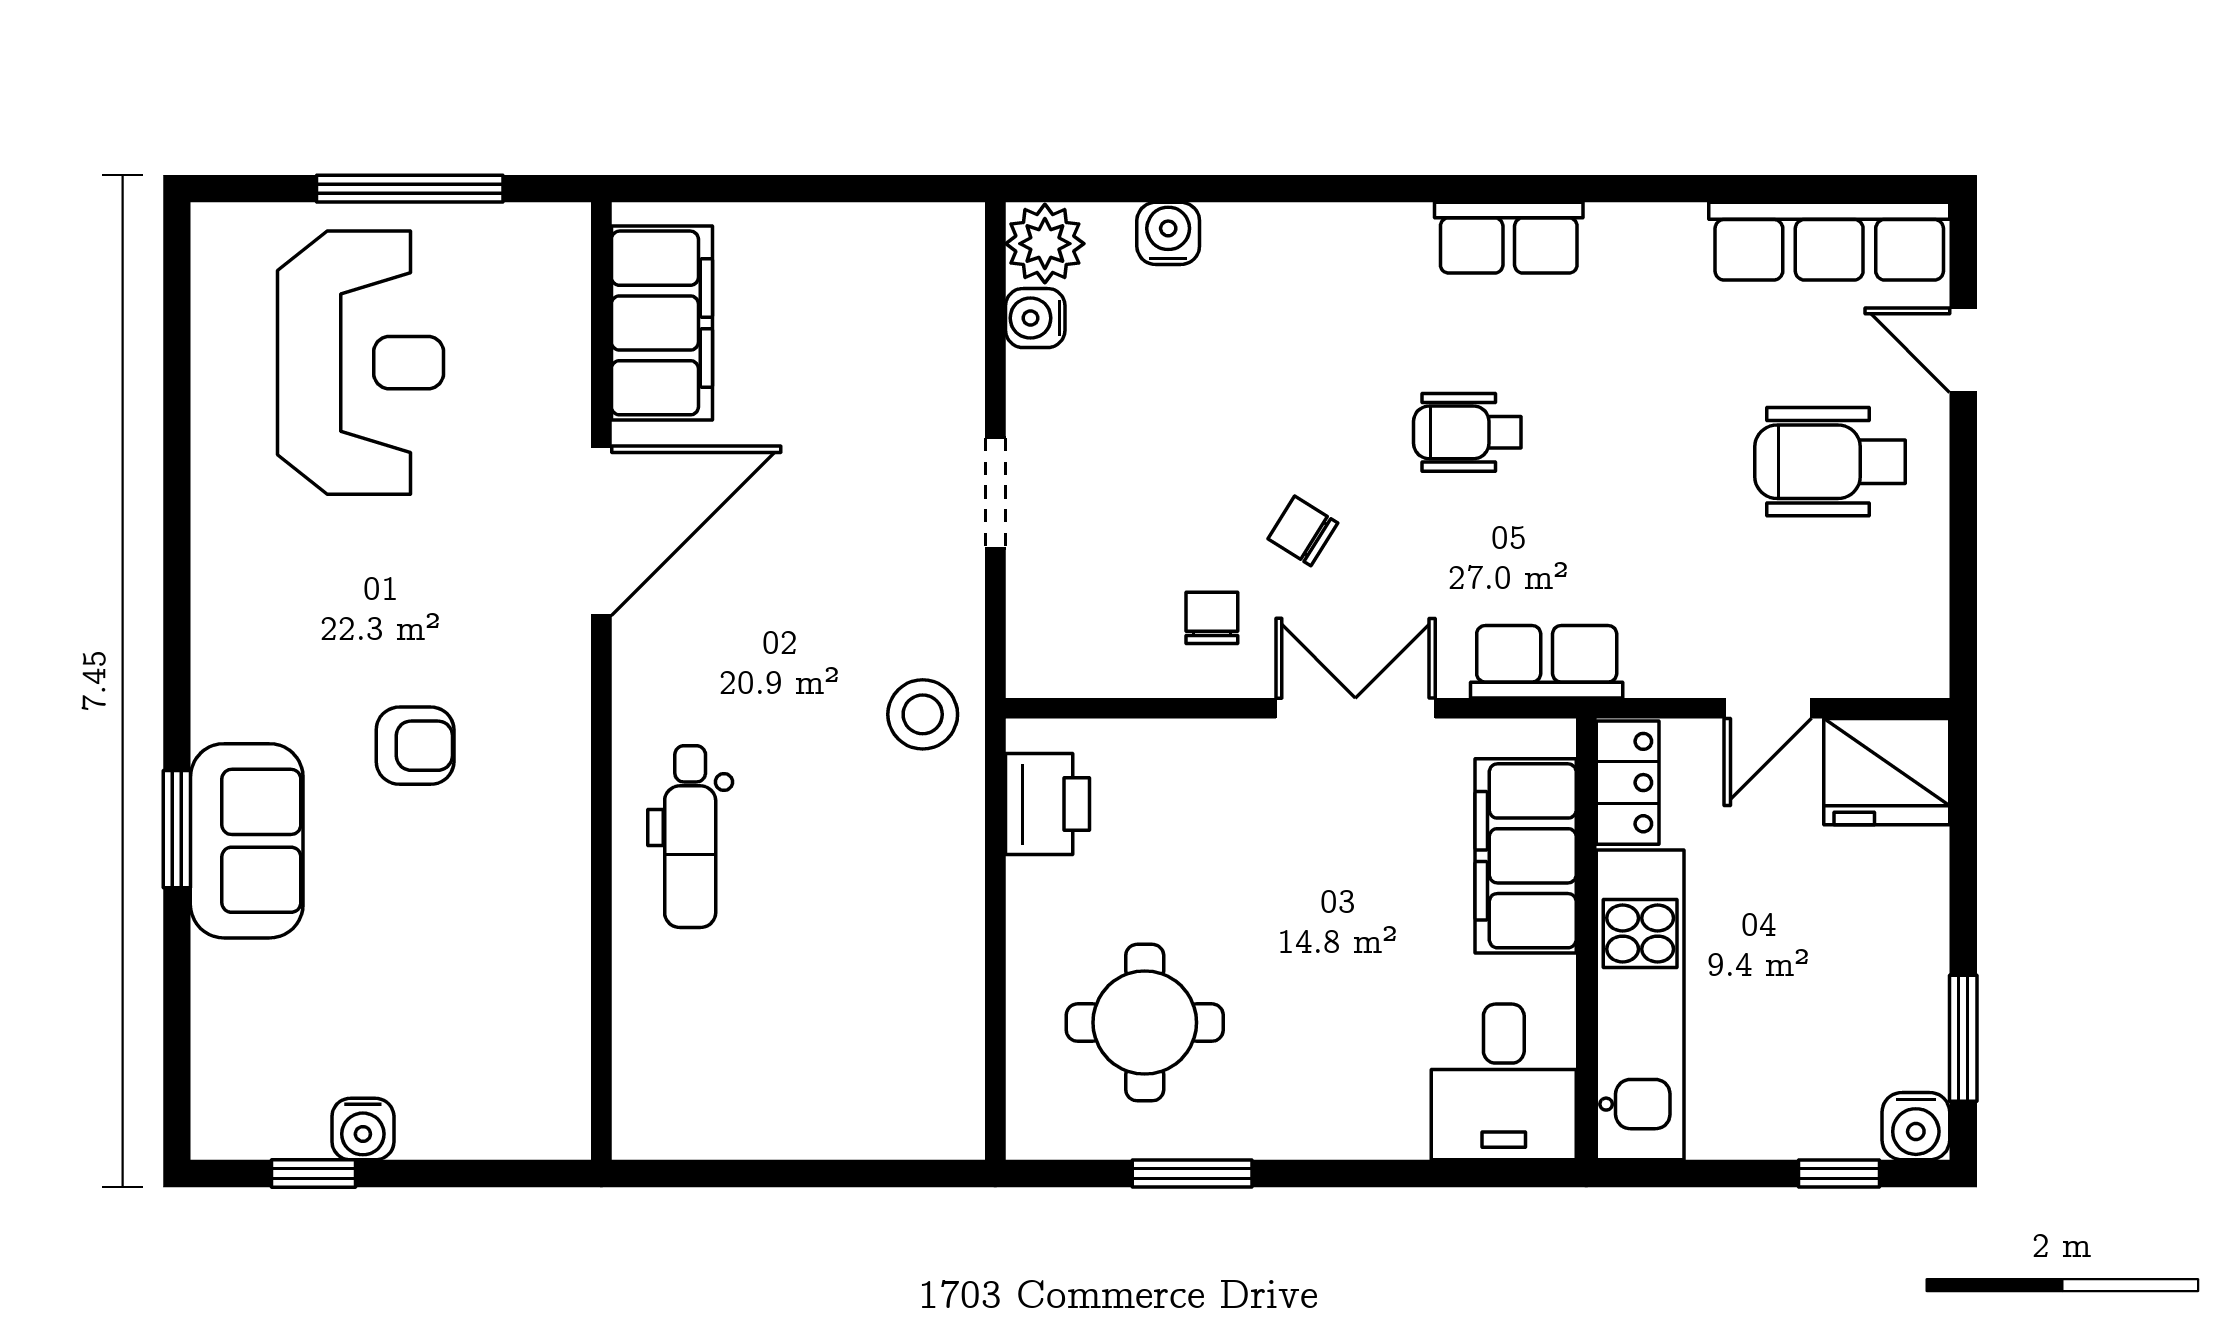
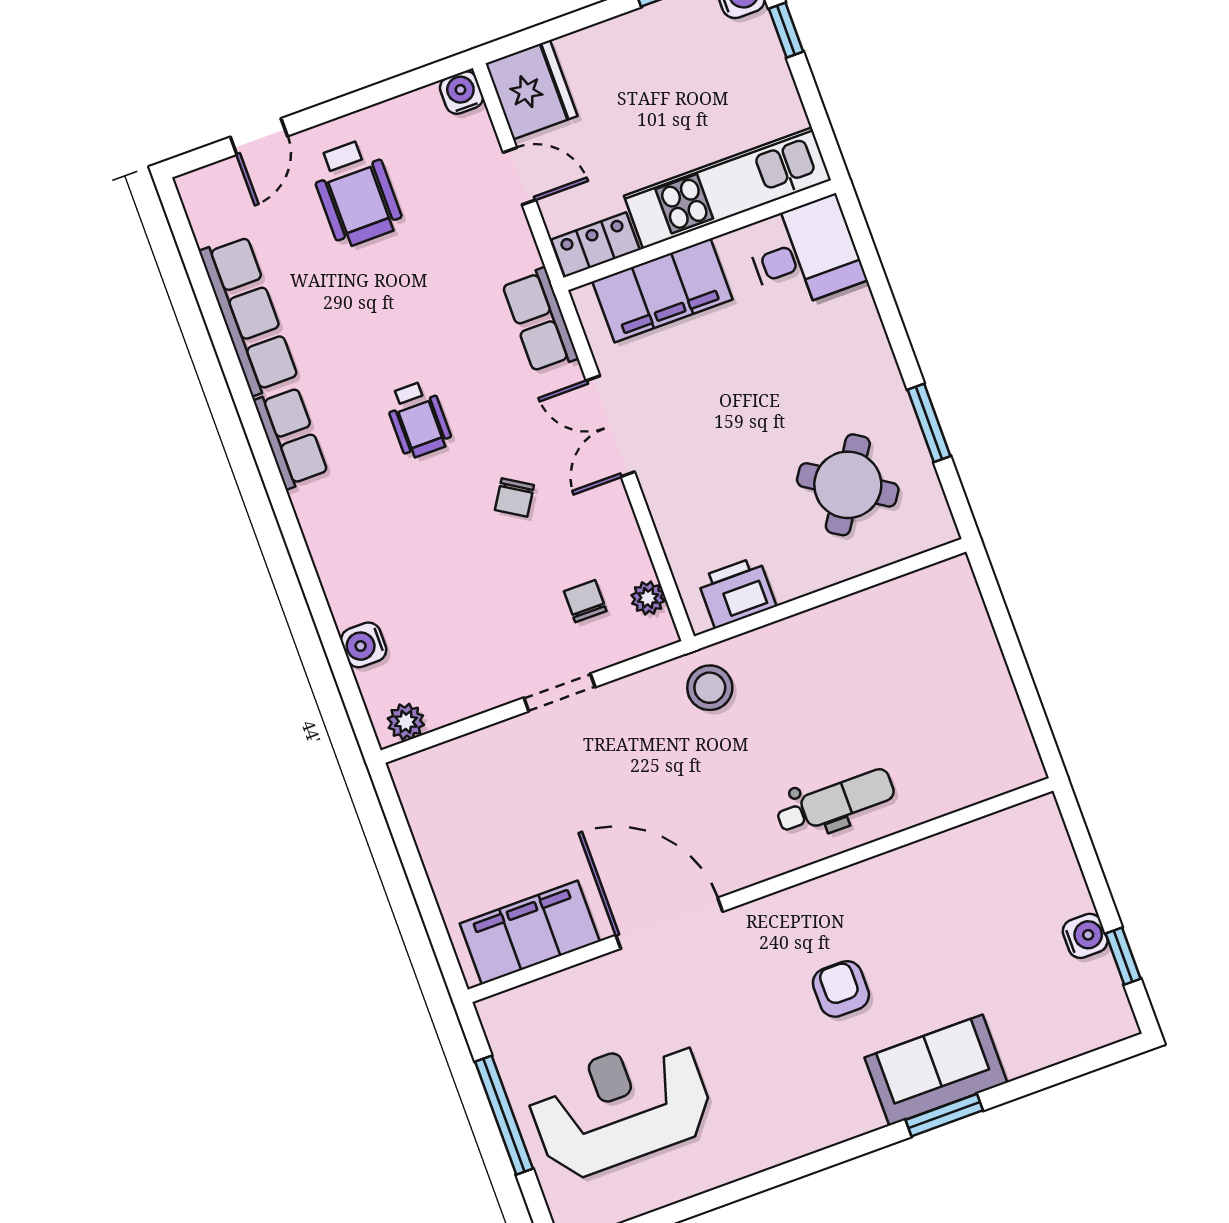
row of seats: (1829, 241) -> (249, 315), moved
plant: (1045, 244) -> (406, 722), width x0.73, depth x0.73
water cooler: (1035, 318) -> (462, 93), moved, turned 180
chair: (1212, 618) -> (585, 601), moved, turned 90
plant: (1086, 672) -> (648, 598), added
round table: (1145, 1023) -> (848, 485), turned 33

